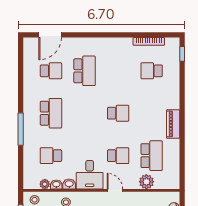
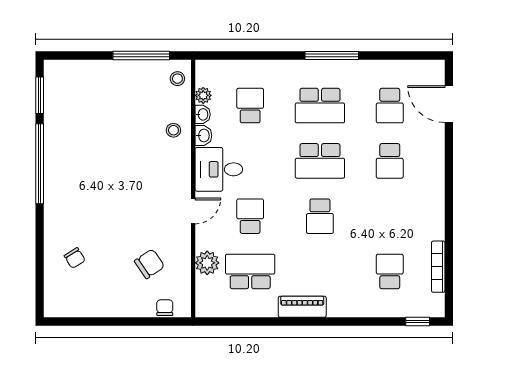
school desk: (85, 71) -> (390, 161), width x0.54
school desk: (85, 113) -> (320, 161), added
window: (21, 129) -> (332, 56), moved
school desk: (118, 156) -> (250, 216), turned 180
school desk: (152, 156) -> (250, 271), turned 180

